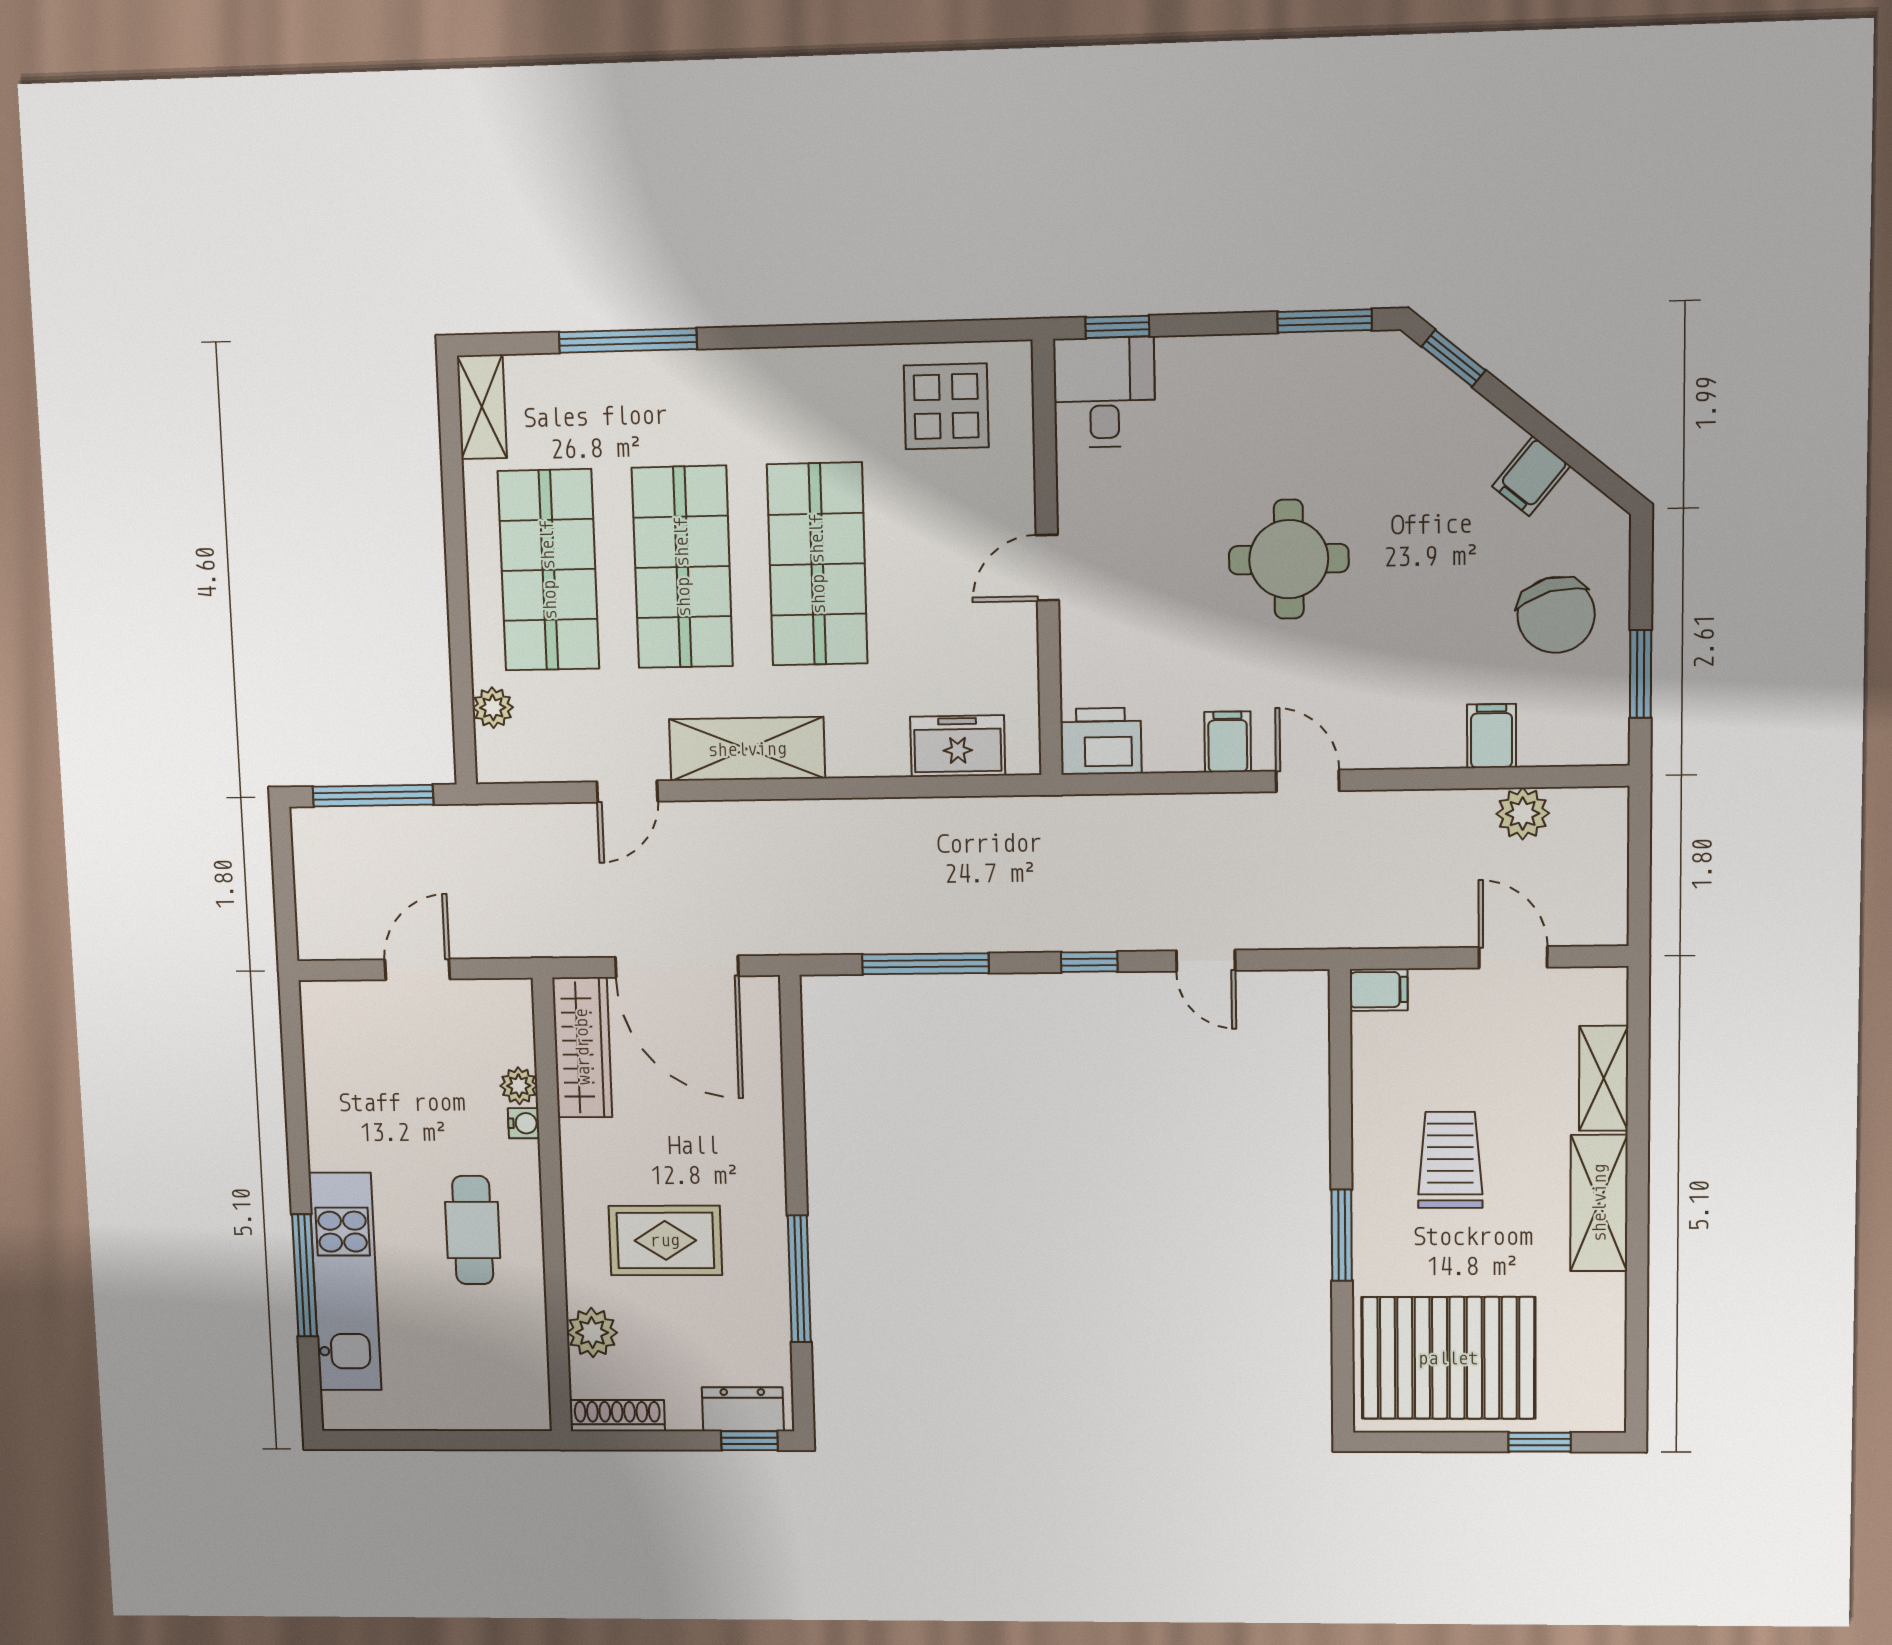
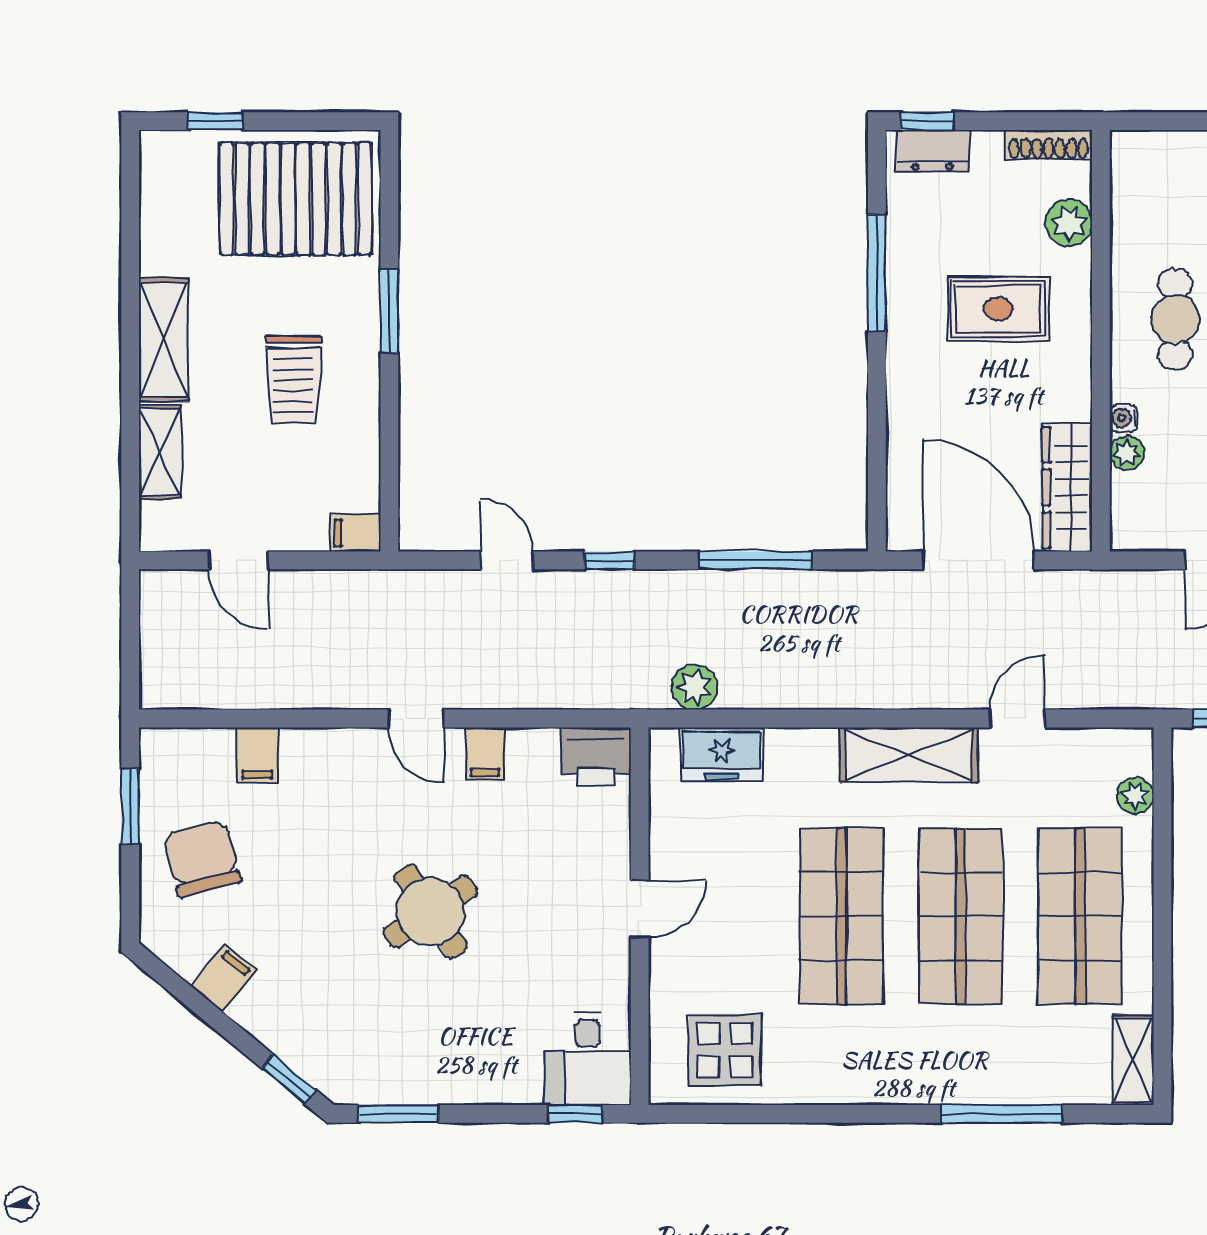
round table: (1289, 559) -> (431, 912), turned -34
plant: (1523, 814) -> (695, 687), moved

